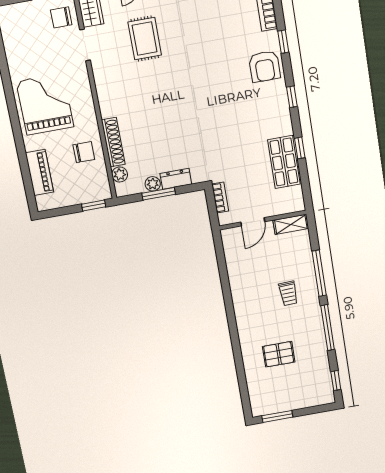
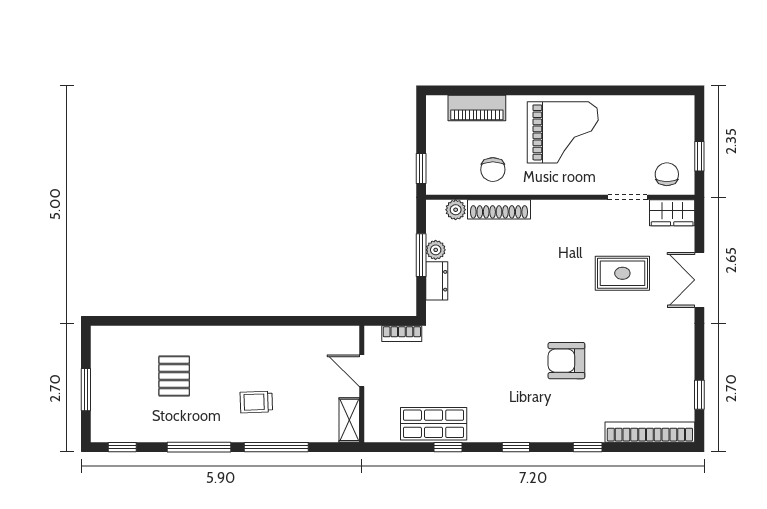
armchair: (265, 66) -> (566, 361), moved
window: (277, 416) -> (86, 390), moved

